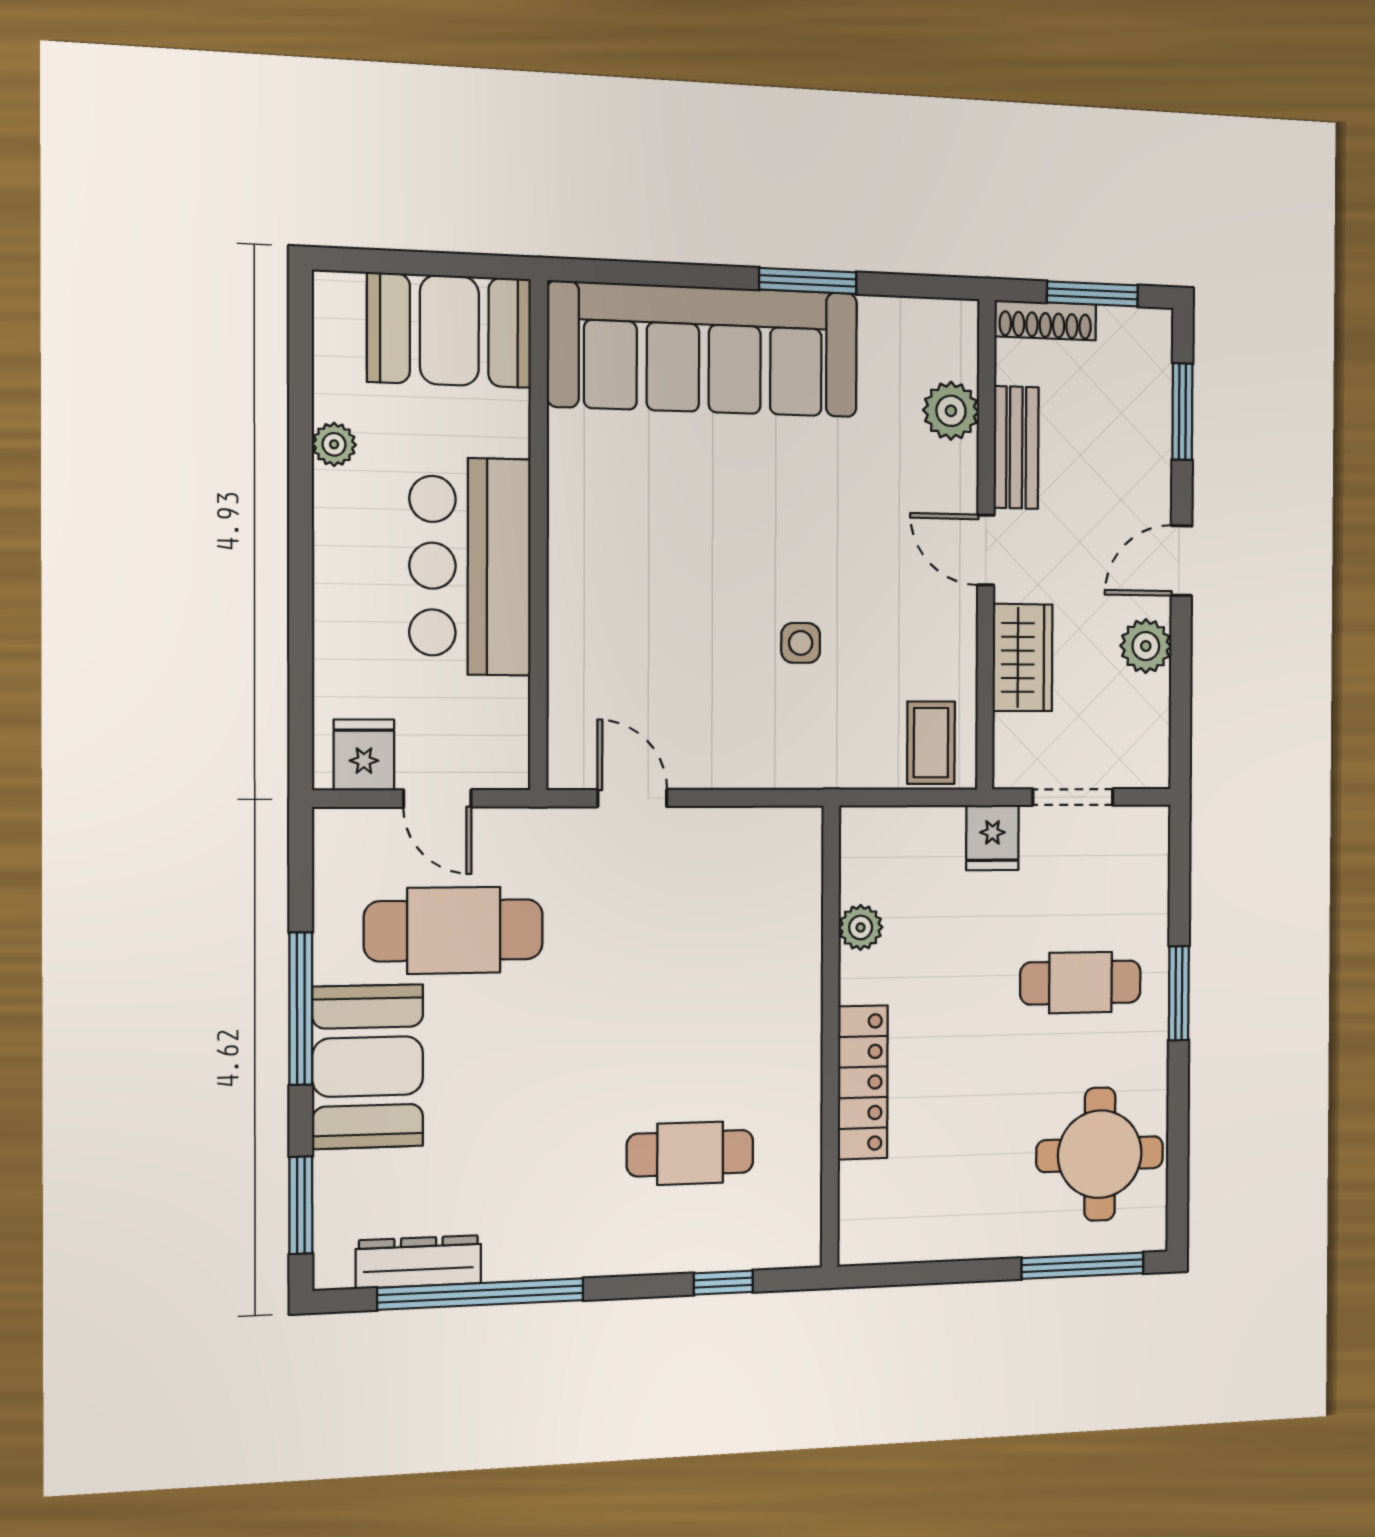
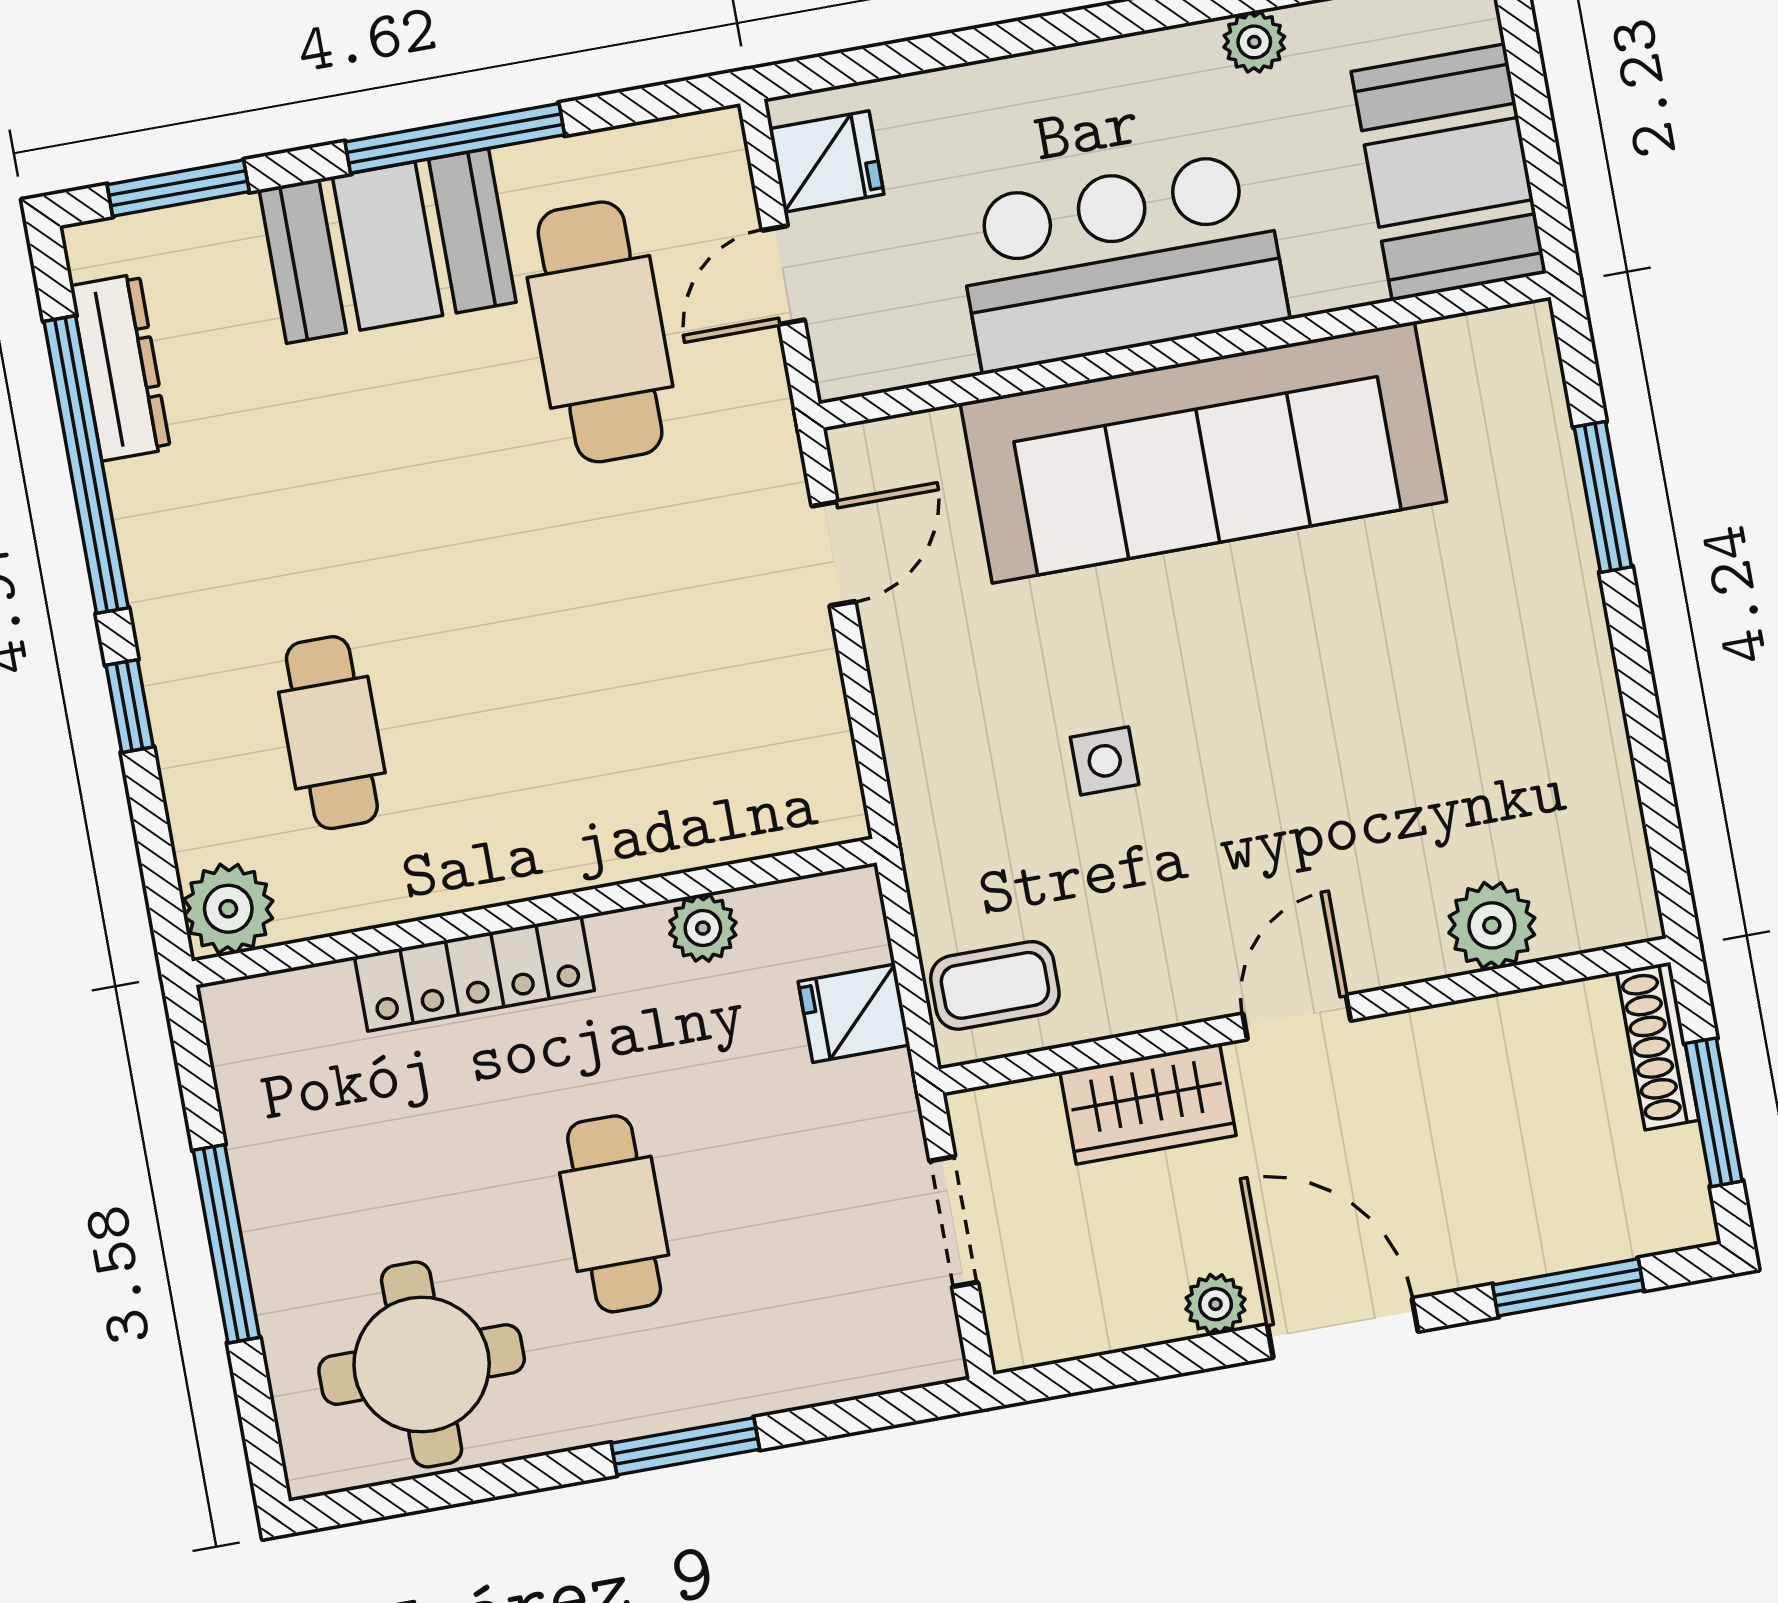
window: (808, 281) -> (1603, 497), moved
sofa: (704, 349) -> (1203, 452), moved, turned -90
bench: (1016, 447) -> (1459, 1036), removed
door: (1181, 561) -> (1343, 1328), width x1.38
plant: (1146, 646) -> (1216, 1304), width x0.73, depth x0.73
fridge: (992, 838) -> (854, 1013), moved
cafe table: (1081, 983) -> (614, 1214), moved
plant: (792, 1239) -> (228, 909), added
window: (1083, 1266) -> (226, 1244), moved
window: (723, 1283) -> (130, 706), moved

